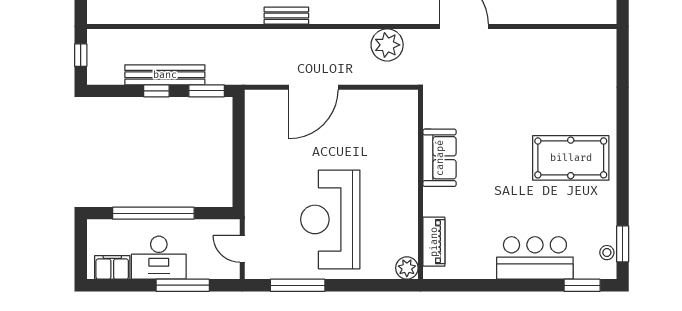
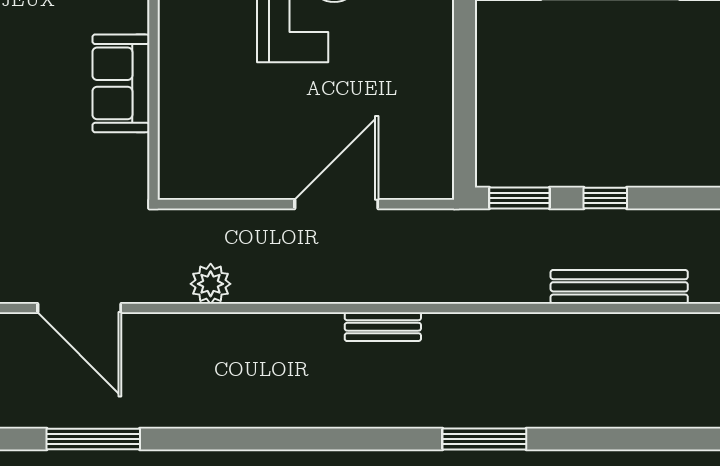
plant: (387, 45) -> (211, 284), width x0.73, depth x0.73
bench: (165, 75) -> (619, 287), moved

